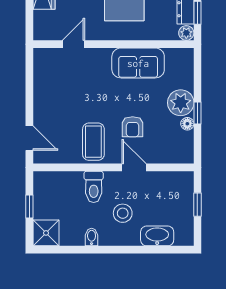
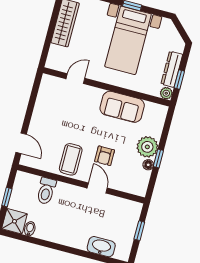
toilet: (94, 187) -> (46, 191), moved
stool: (123, 213) -> (79, 222), removed
bidet: (92, 237) -> (30, 229), moved

